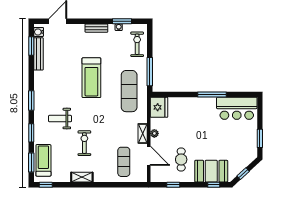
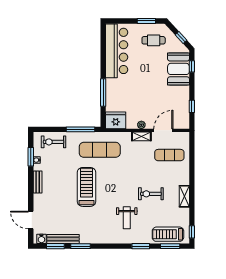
treadmill: (91, 78) -> (86, 187), turned -90
window: (212, 95) -> (103, 92), moved
window: (31, 101) -> (80, 246), moved
bar counter: (237, 108) -> (117, 51), width x1.36
cafe table: (181, 159) -> (154, 40), moved

